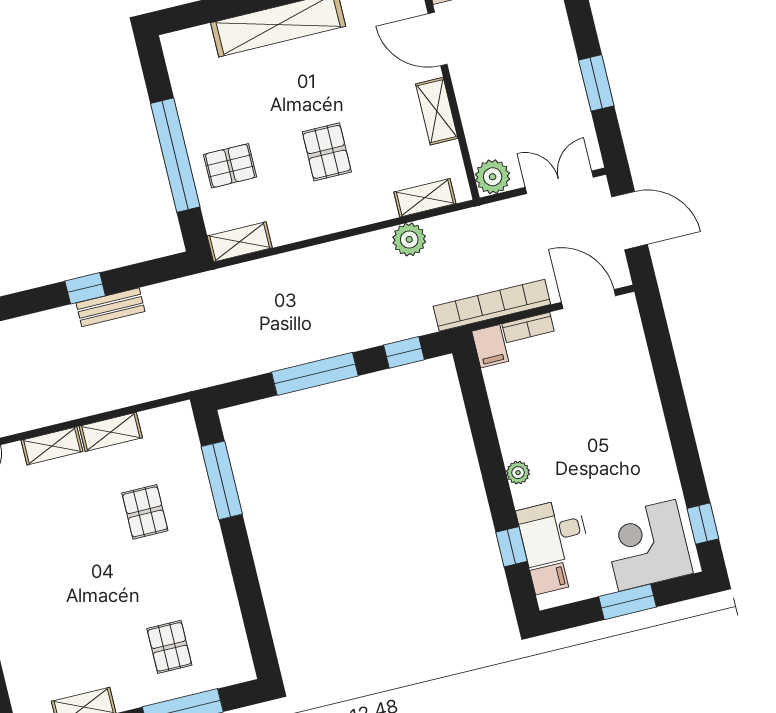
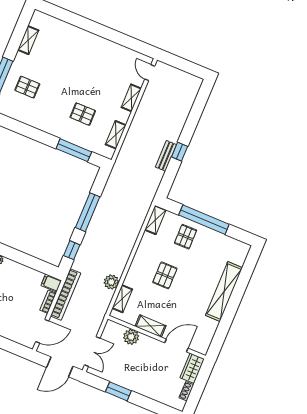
pallet: (327, 152) -> (165, 275), turned 90
plant: (493, 177) -> (131, 337), moved
shelving: (111, 432) -> (116, 135), moved

